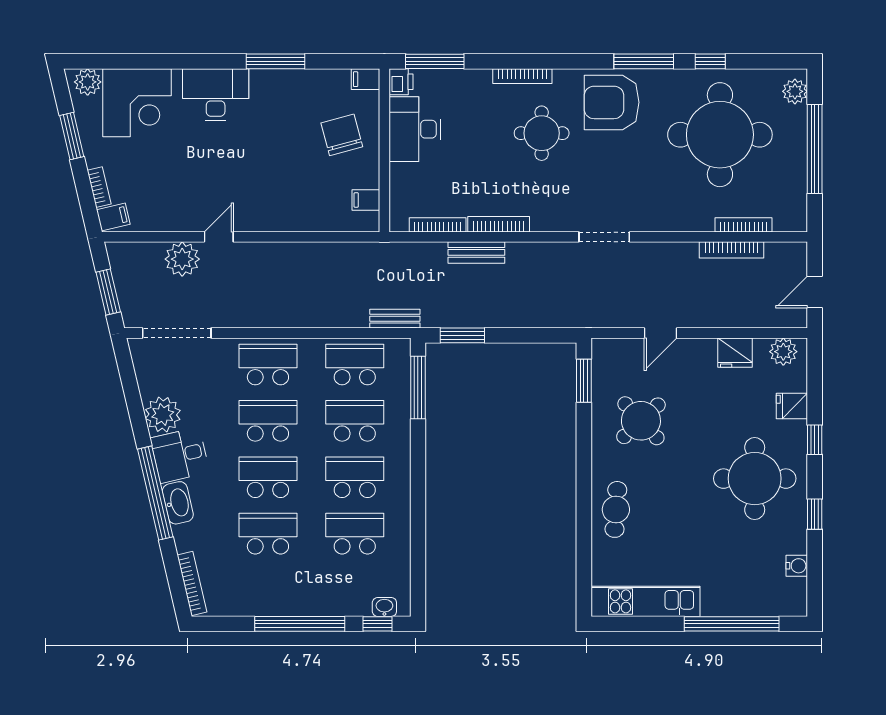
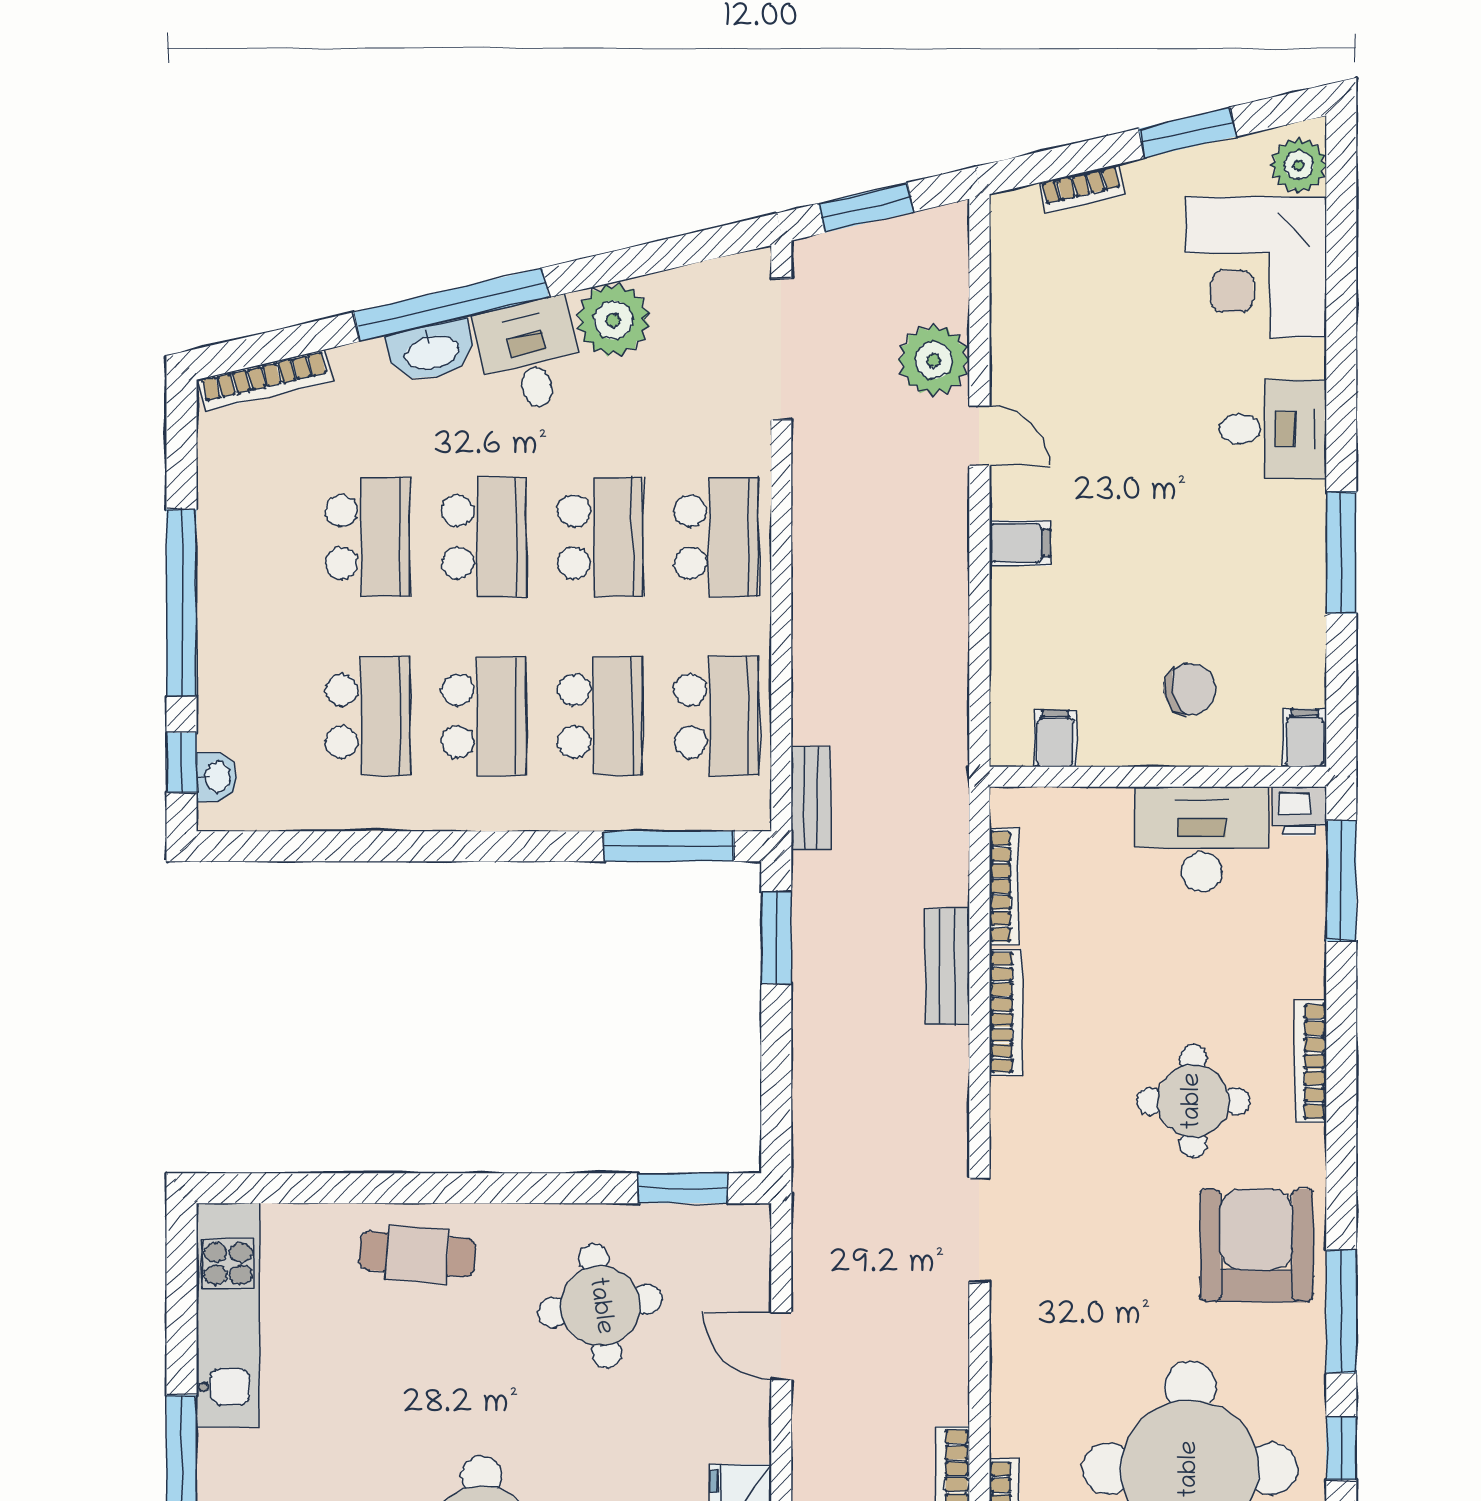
desk: (216, 95) -> (1273, 429), width x0.73
chair: (342, 135) -> (1190, 689), width x0.73, depth x0.73
filing cabinet: (113, 217) -> (1020, 543), moved, turned -77
round table: (641, 421) -> (600, 1306), turned 35

